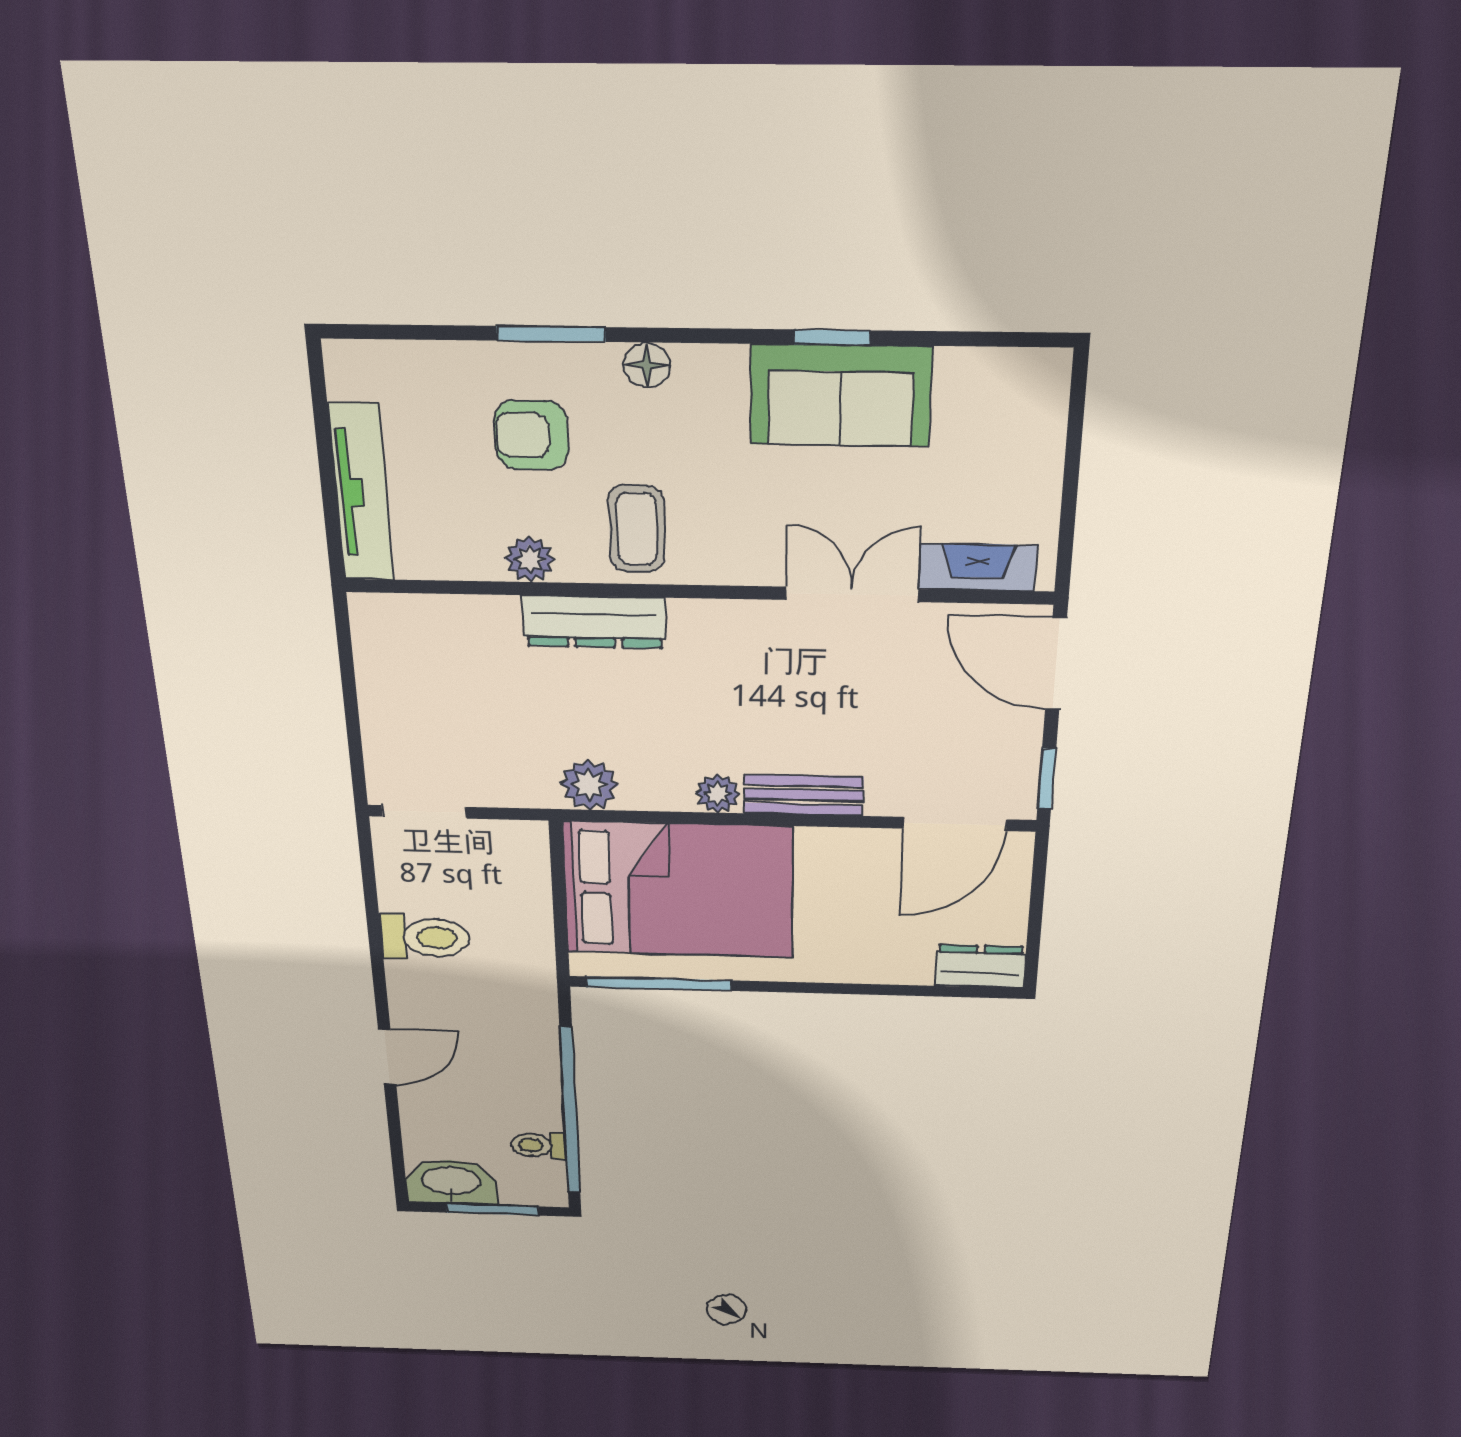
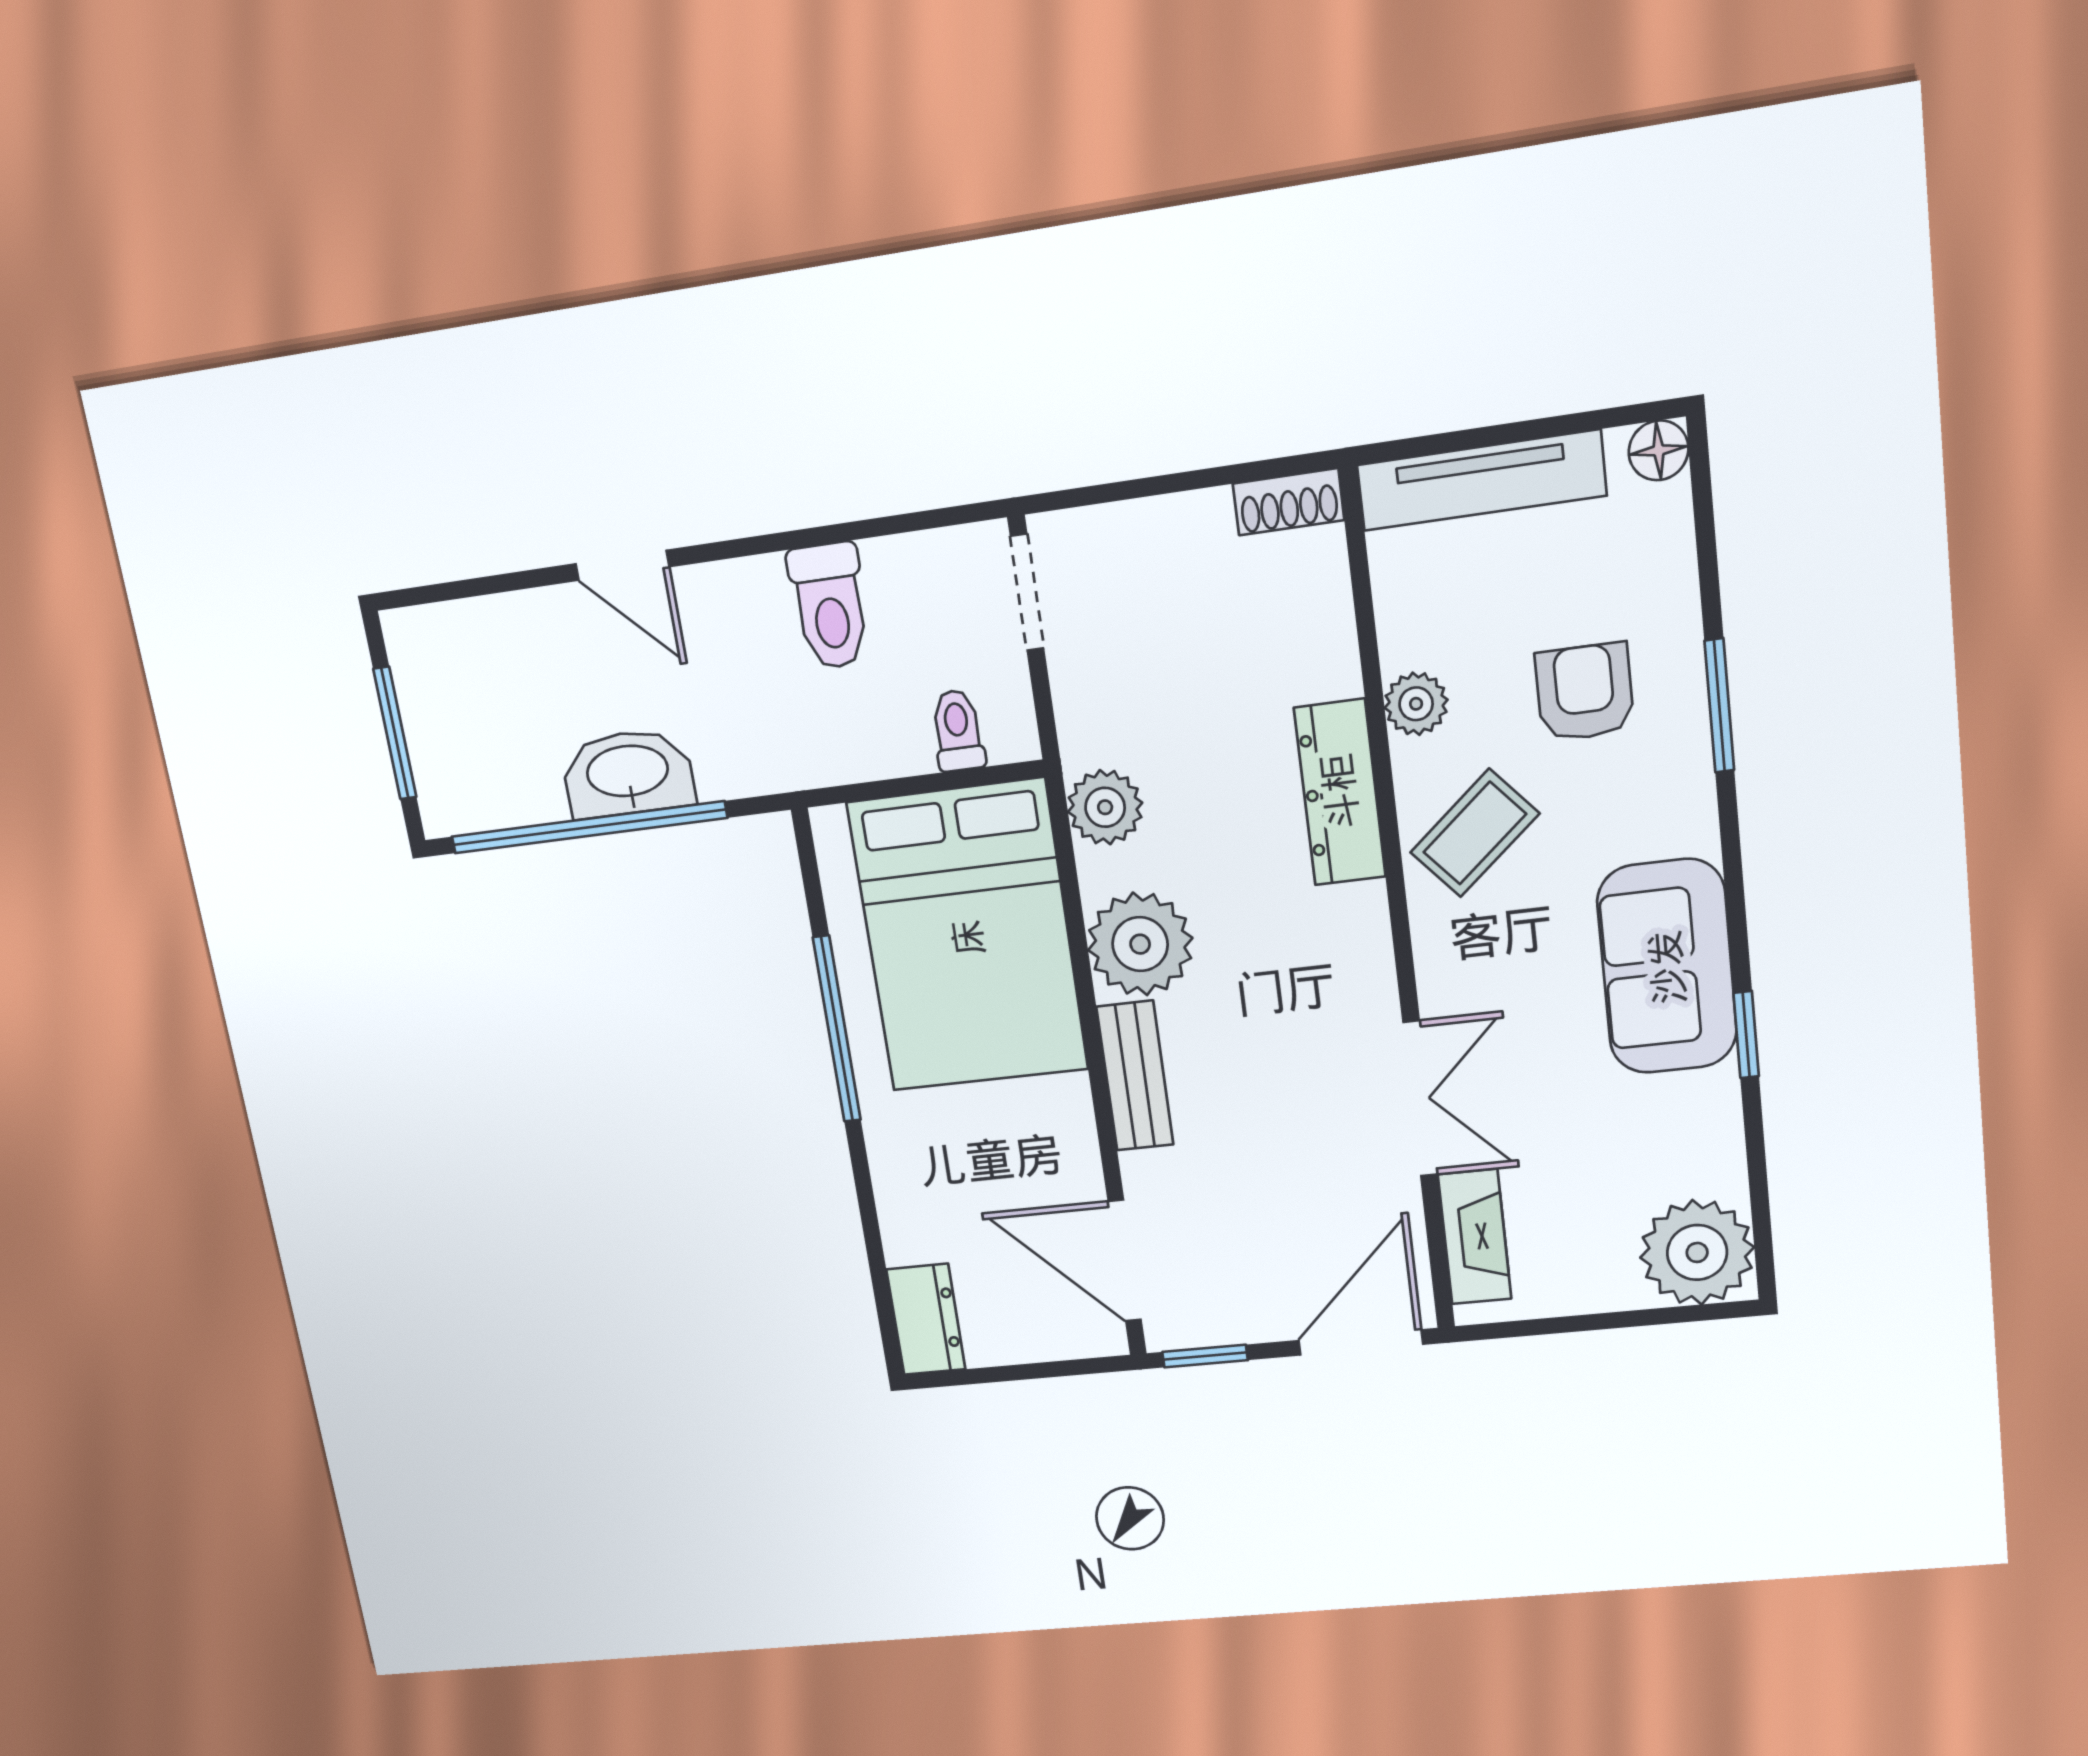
floor lamp: (647, 365) -> (1659, 450), moved
plant: (1022, 394) -> (1697, 1252), added
sofa: (840, 396) -> (1667, 967), moved
coffee table: (637, 529) -> (1475, 833), turned -41
shoe rack: (369, 629) -> (1289, 502), added
plant: (718, 794) -> (1140, 944), width x1.88, depth x1.88
window: (659, 984) -> (837, 1029), moved
toilet: (538, 1145) -> (958, 731), moved
washbasin: (451, 1182) -> (628, 773), moved, turned -90

